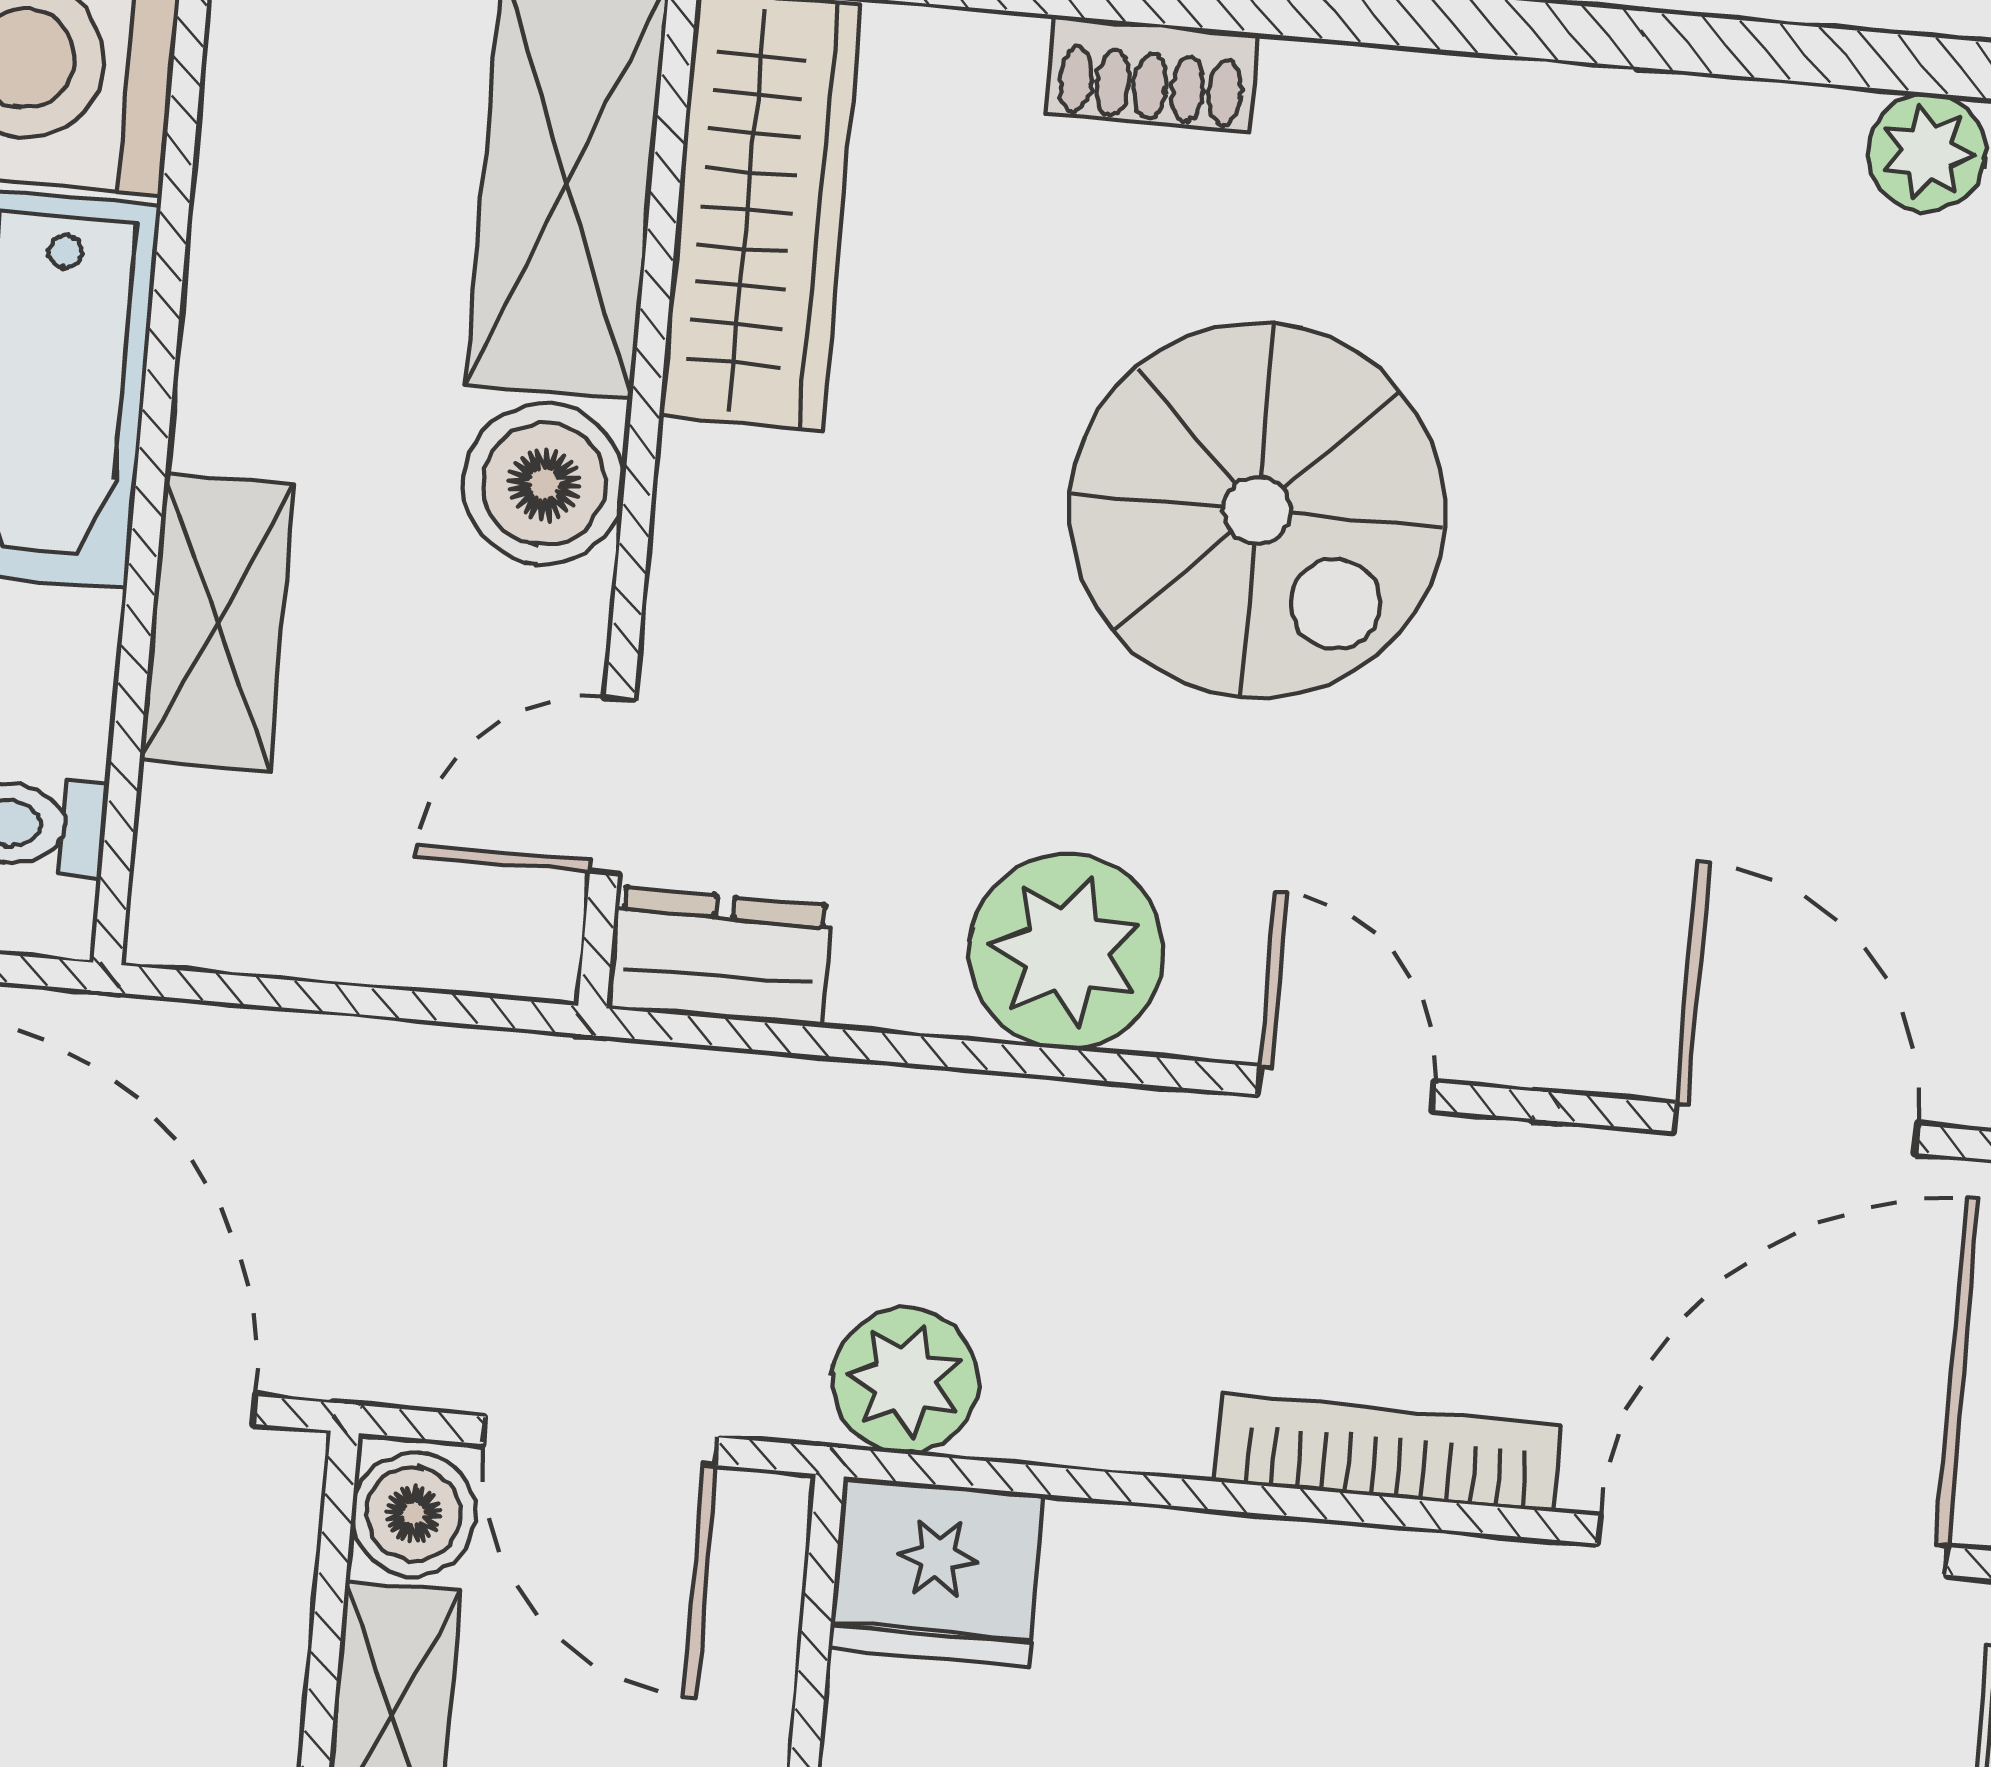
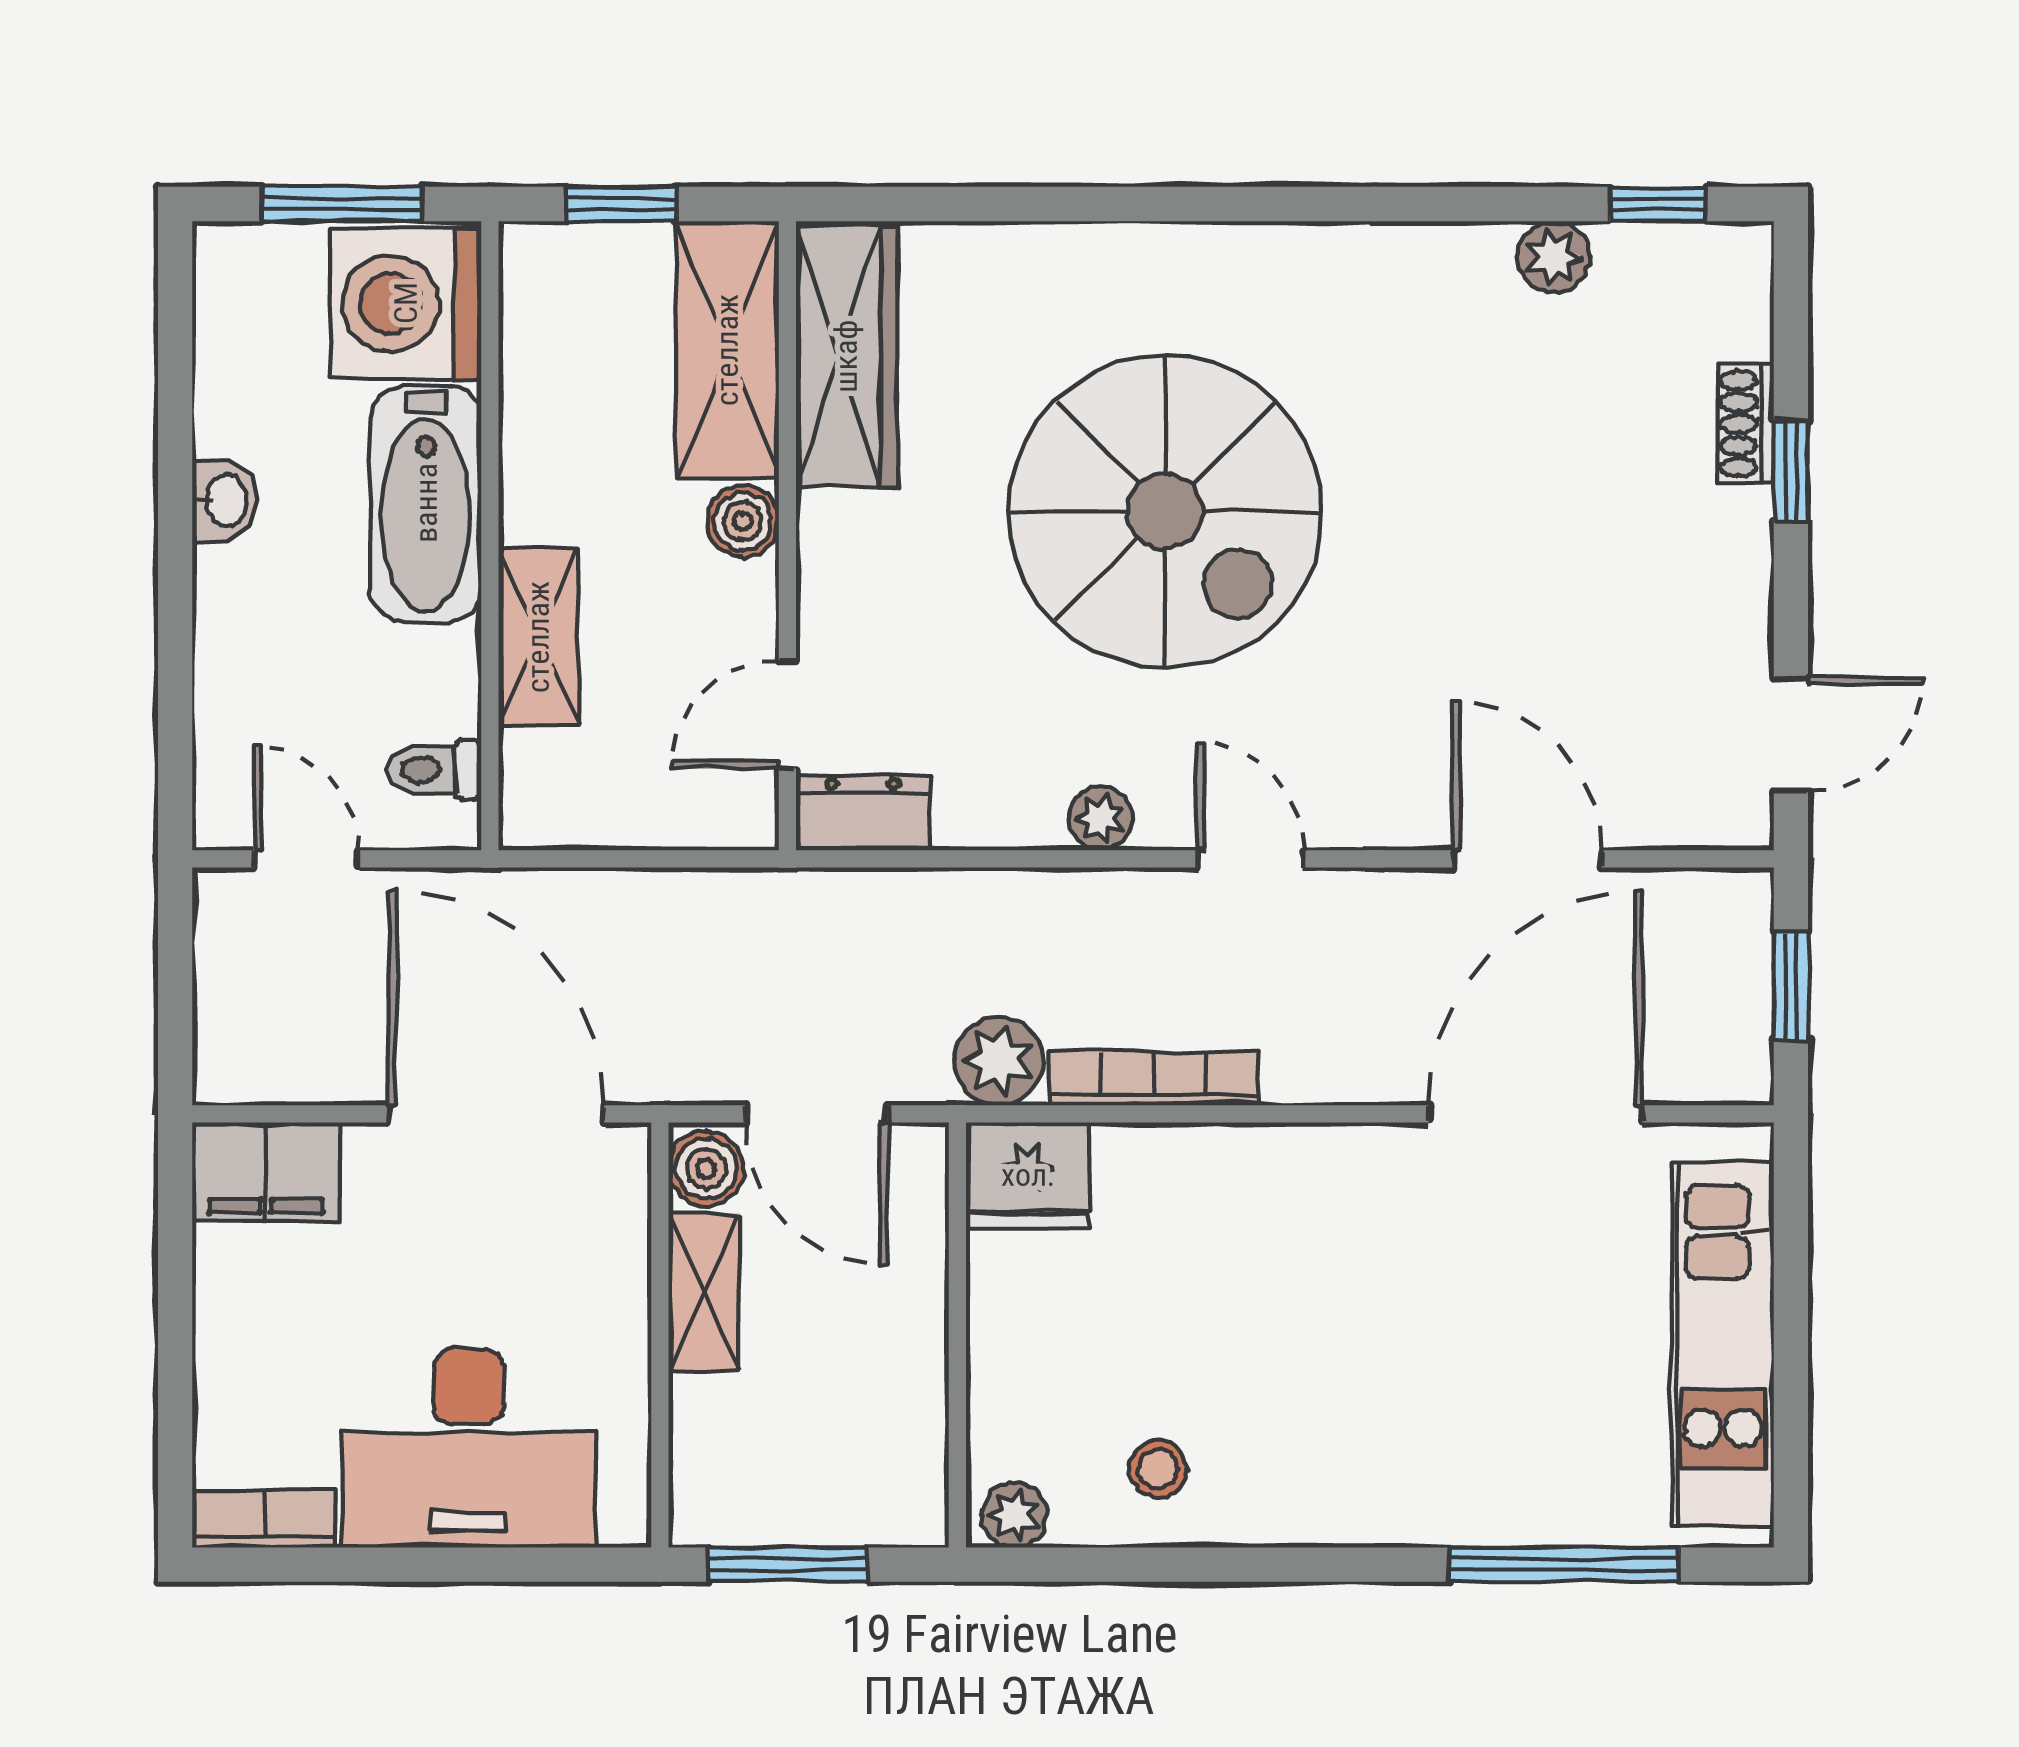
shoe rack: (1151, 73) -> (1077, 251), removed
boiler: (544, 484) -> (743, 521), width x0.73, depth x0.73
spiral stairs: (1257, 510) -> (1165, 512), width x1.37, depth x1.37
plant: (1066, 951) -> (1101, 818), width x0.53, depth x0.53
bookcase: (1387, 1453) -> (1154, 1079), moved

